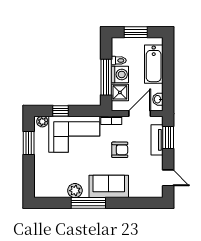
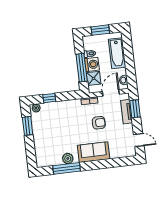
corner sofa: (74, 134) -> (62, 115), removed
window: (88, 203) -> (67, 168), moved

